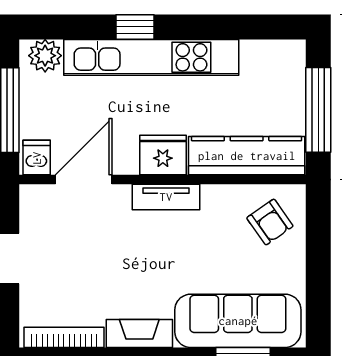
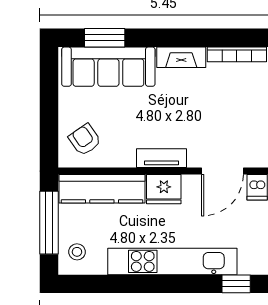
window: (135, 27) -> (236, 284), moved
plant: (45, 56) -> (251, 263), removed
stool: (280, 70) -> (77, 252), added

